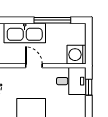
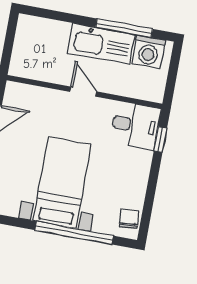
kitchen sink: (25, 33) -> (101, 44), moved
washing machine: (77, 55) -> (149, 52), moved, turned -90

